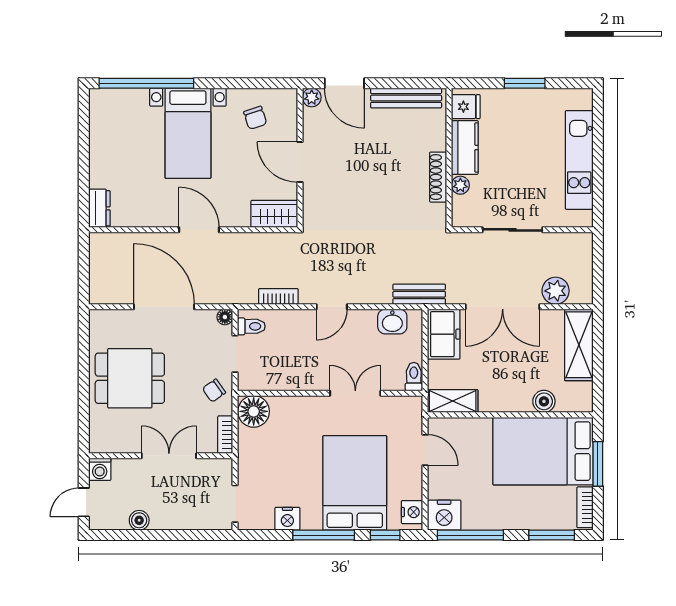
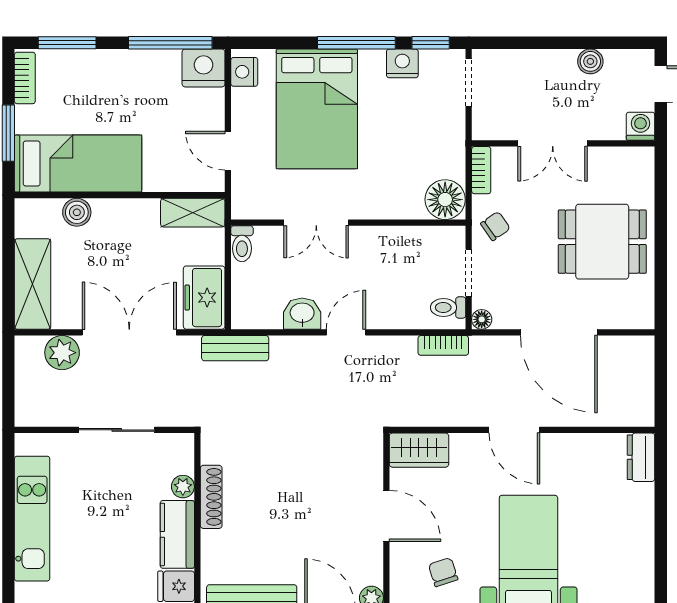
bookcase: (278, 296) -> (443, 345), moved
washbasin: (392, 322) -> (302, 314), moved
bed: (543, 451) -> (78, 164), width x0.67
window: (385, 535) -> (431, 43), moved

